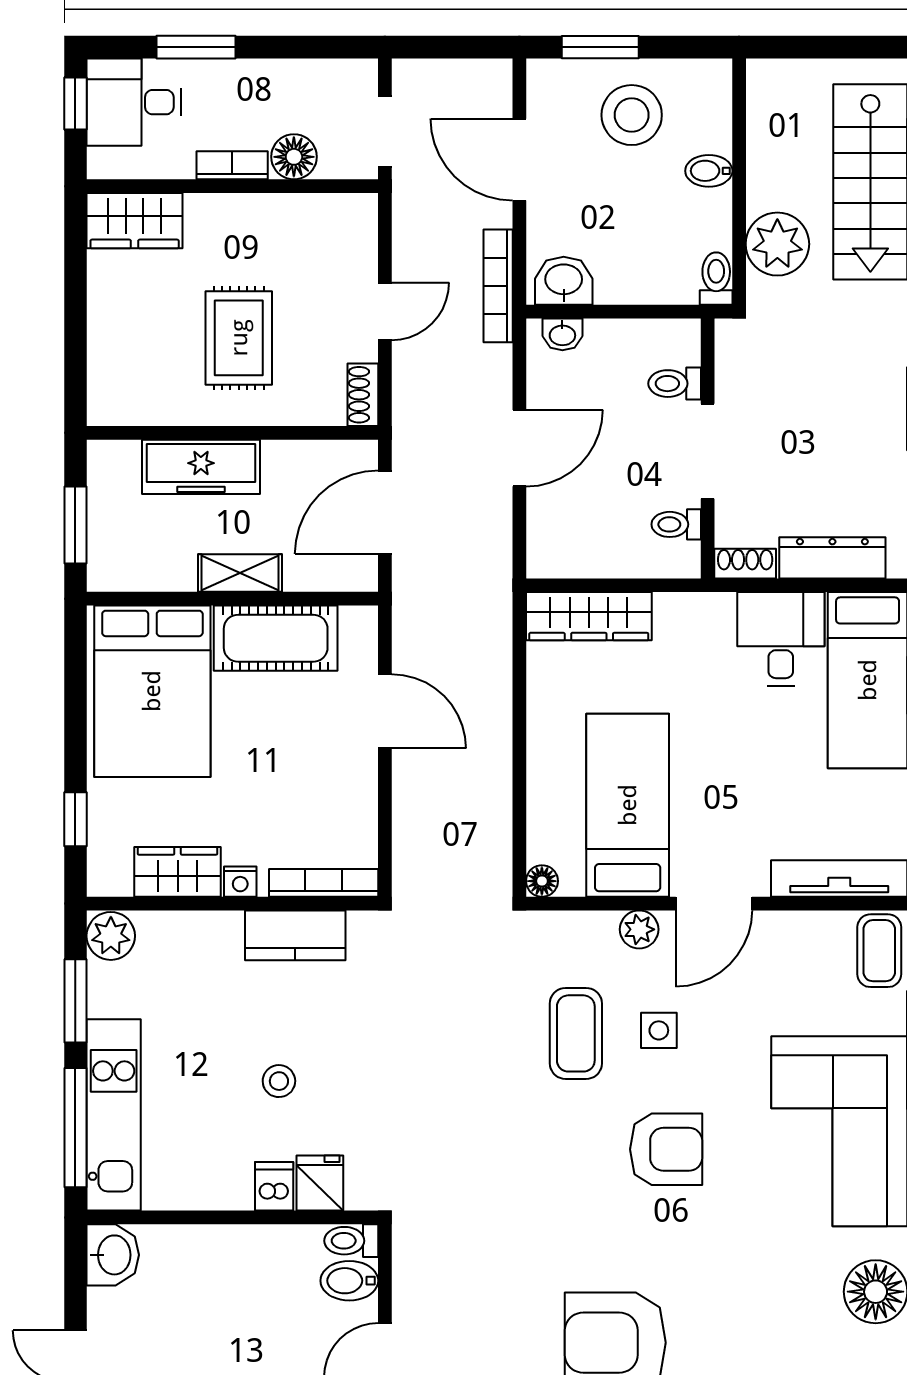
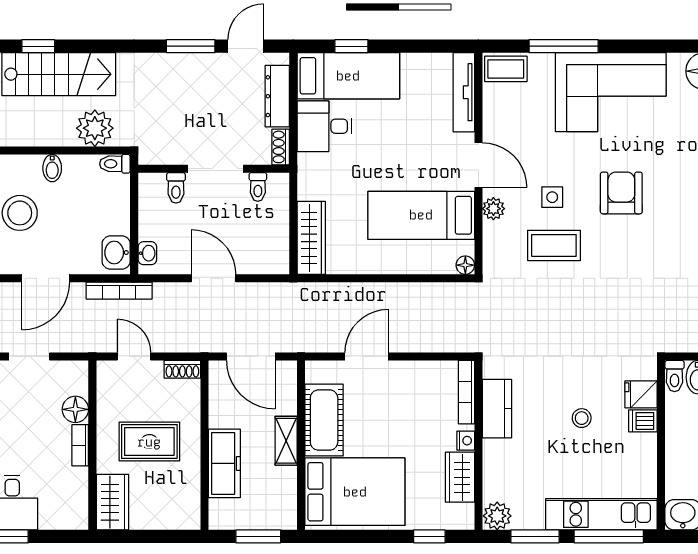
floor lamp: (294, 157) -> (75, 409), moved
bookcase: (232, 165) -> (80, 445), moved
wall: (232, 186) -> (92, 445), moved
wardrobe: (135, 221) -> (112, 502), moved

